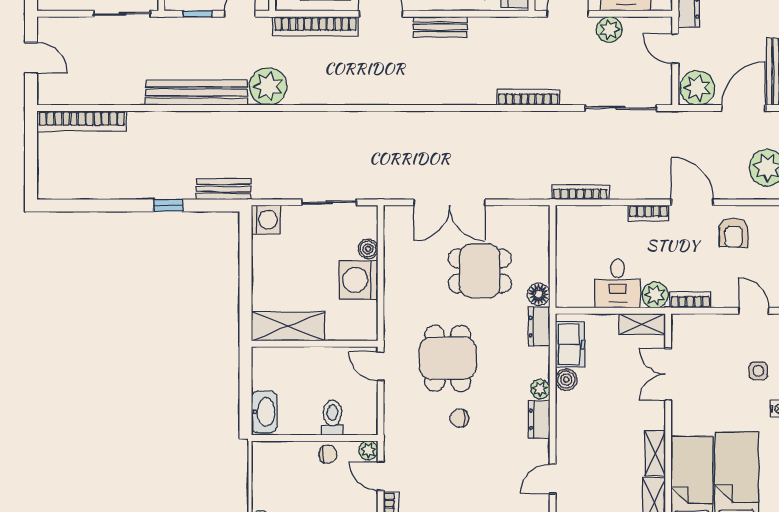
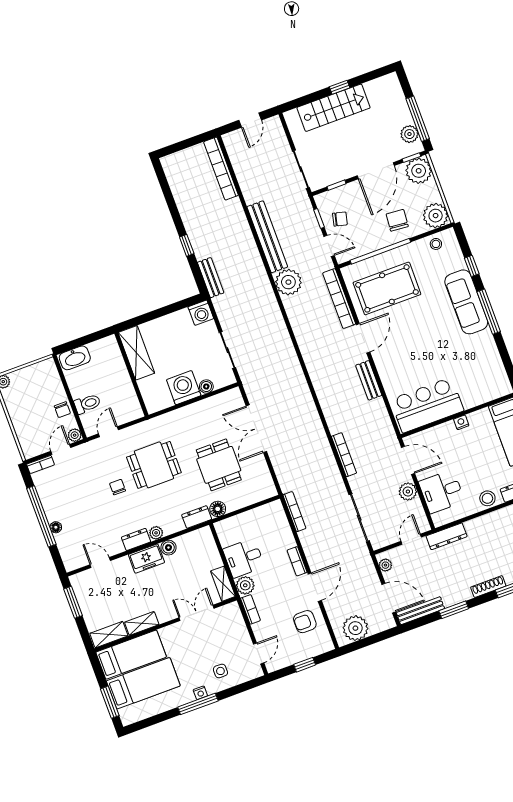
plant: (697, 88) -> (385, 565), width x0.53, depth x0.53
freezer: (570, 344) -> (146, 559), moved
door: (381, 366) -> (108, 432), moved

